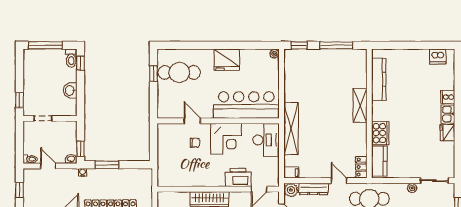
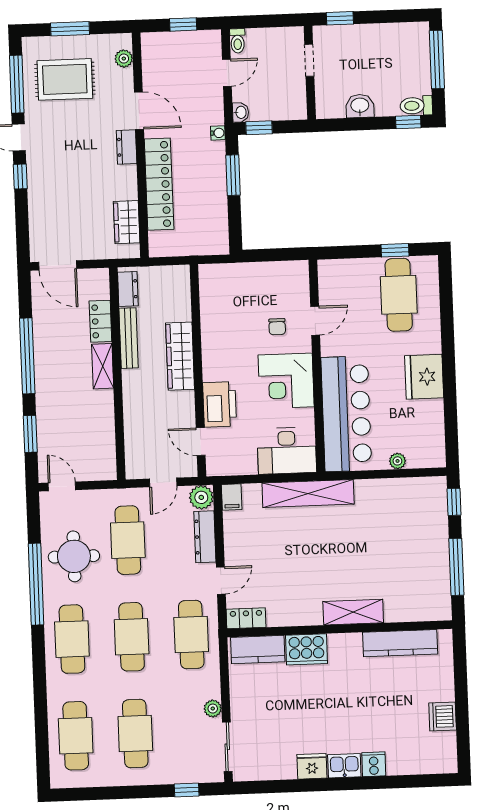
plant: (274, 54) -> (397, 461), moved
dishwasher: (438, 57) -> (443, 717), moved

